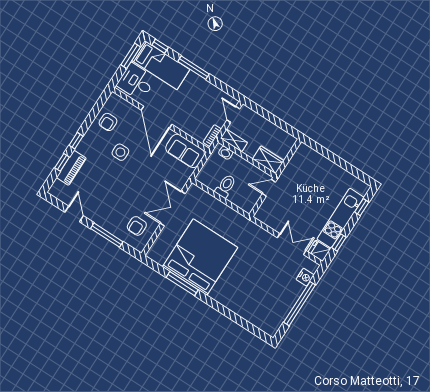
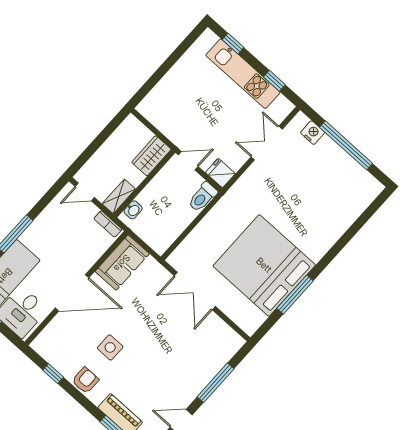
armchair: (108, 122) -> (85, 380), moved, turned -90
window: (76, 141) -> (53, 374), moved
toilet: (226, 186) -> (203, 197), moved, turned -90
door: (269, 188) -> (188, 161), swing flipped
armchair: (137, 226) -> (210, 342), removed
fridge: (319, 251) -> (220, 173), moved, turned 90

